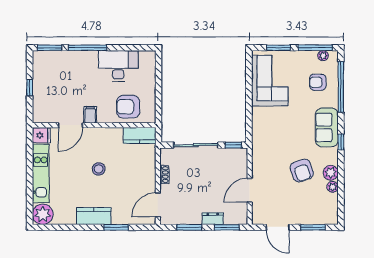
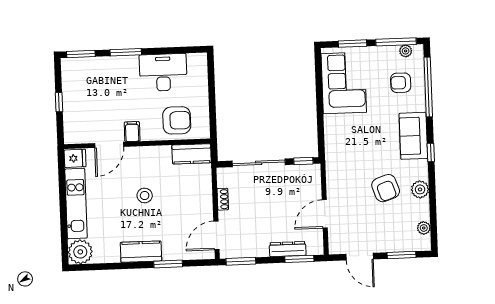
window: (87, 48) -> (126, 52), width x0.69
armchair: (128, 107) -> (177, 120), turned 180
plant: (333, 187) -> (424, 228), moved
dresser: (213, 219) -> (288, 249), width x1.44
window: (189, 227) -> (241, 261), moved

